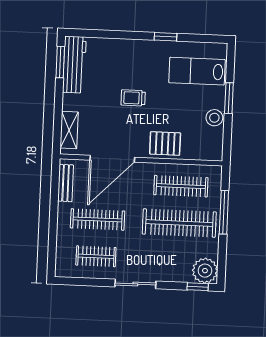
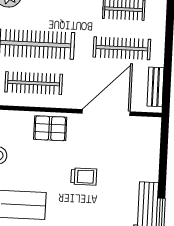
shelving: (69, 130) -> (152, 143), removed

